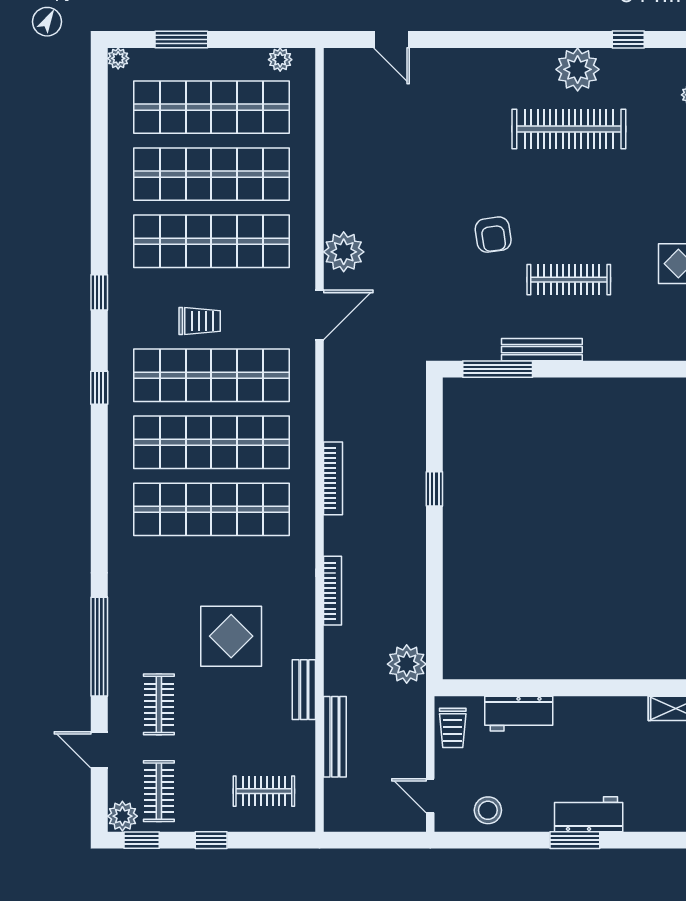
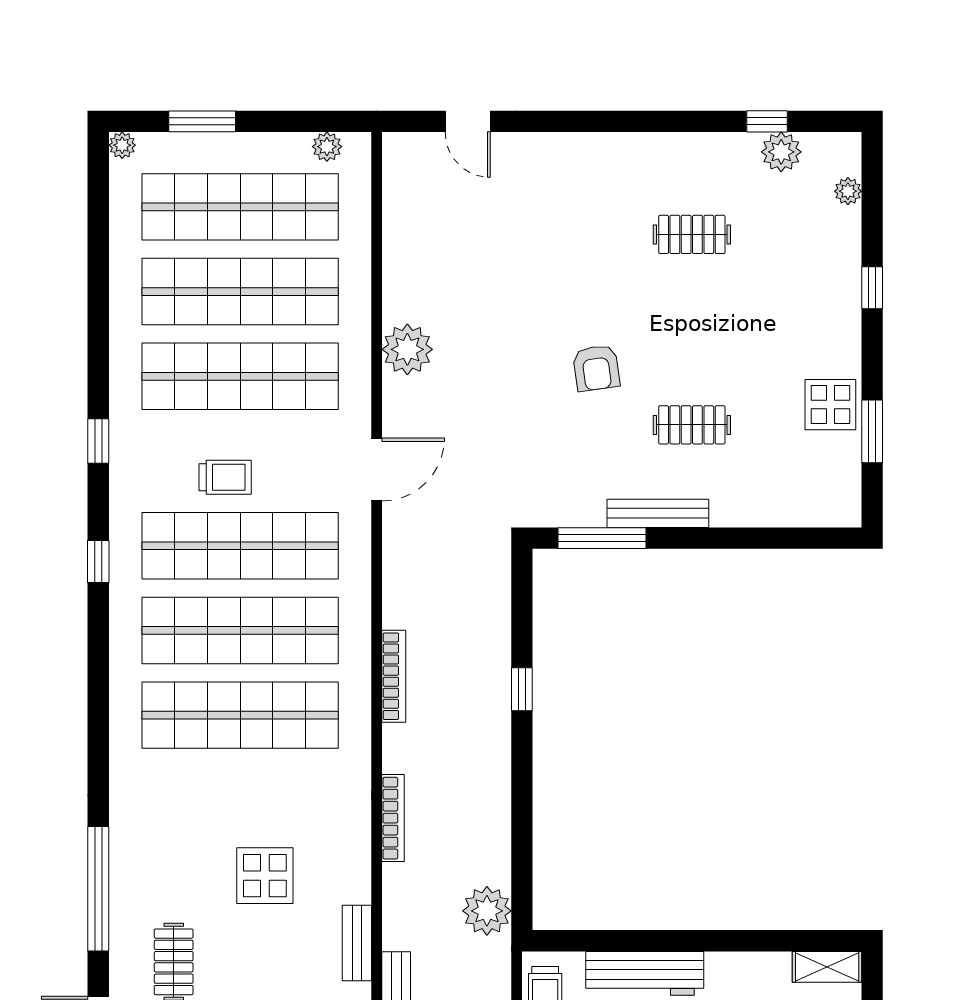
plant: (578, 69) -> (781, 152), moved, width x0.73, depth x0.73
clothes rail: (569, 129) -> (692, 234), width x0.54, depth x0.76
plant: (344, 252) -> (407, 349), moved
clothes rail: (569, 280) -> (692, 425), width x0.73
display table: (231, 636) -> (265, 876), width x0.73, depth x0.73
workbench: (519, 714) -> (645, 973), width x1.37

